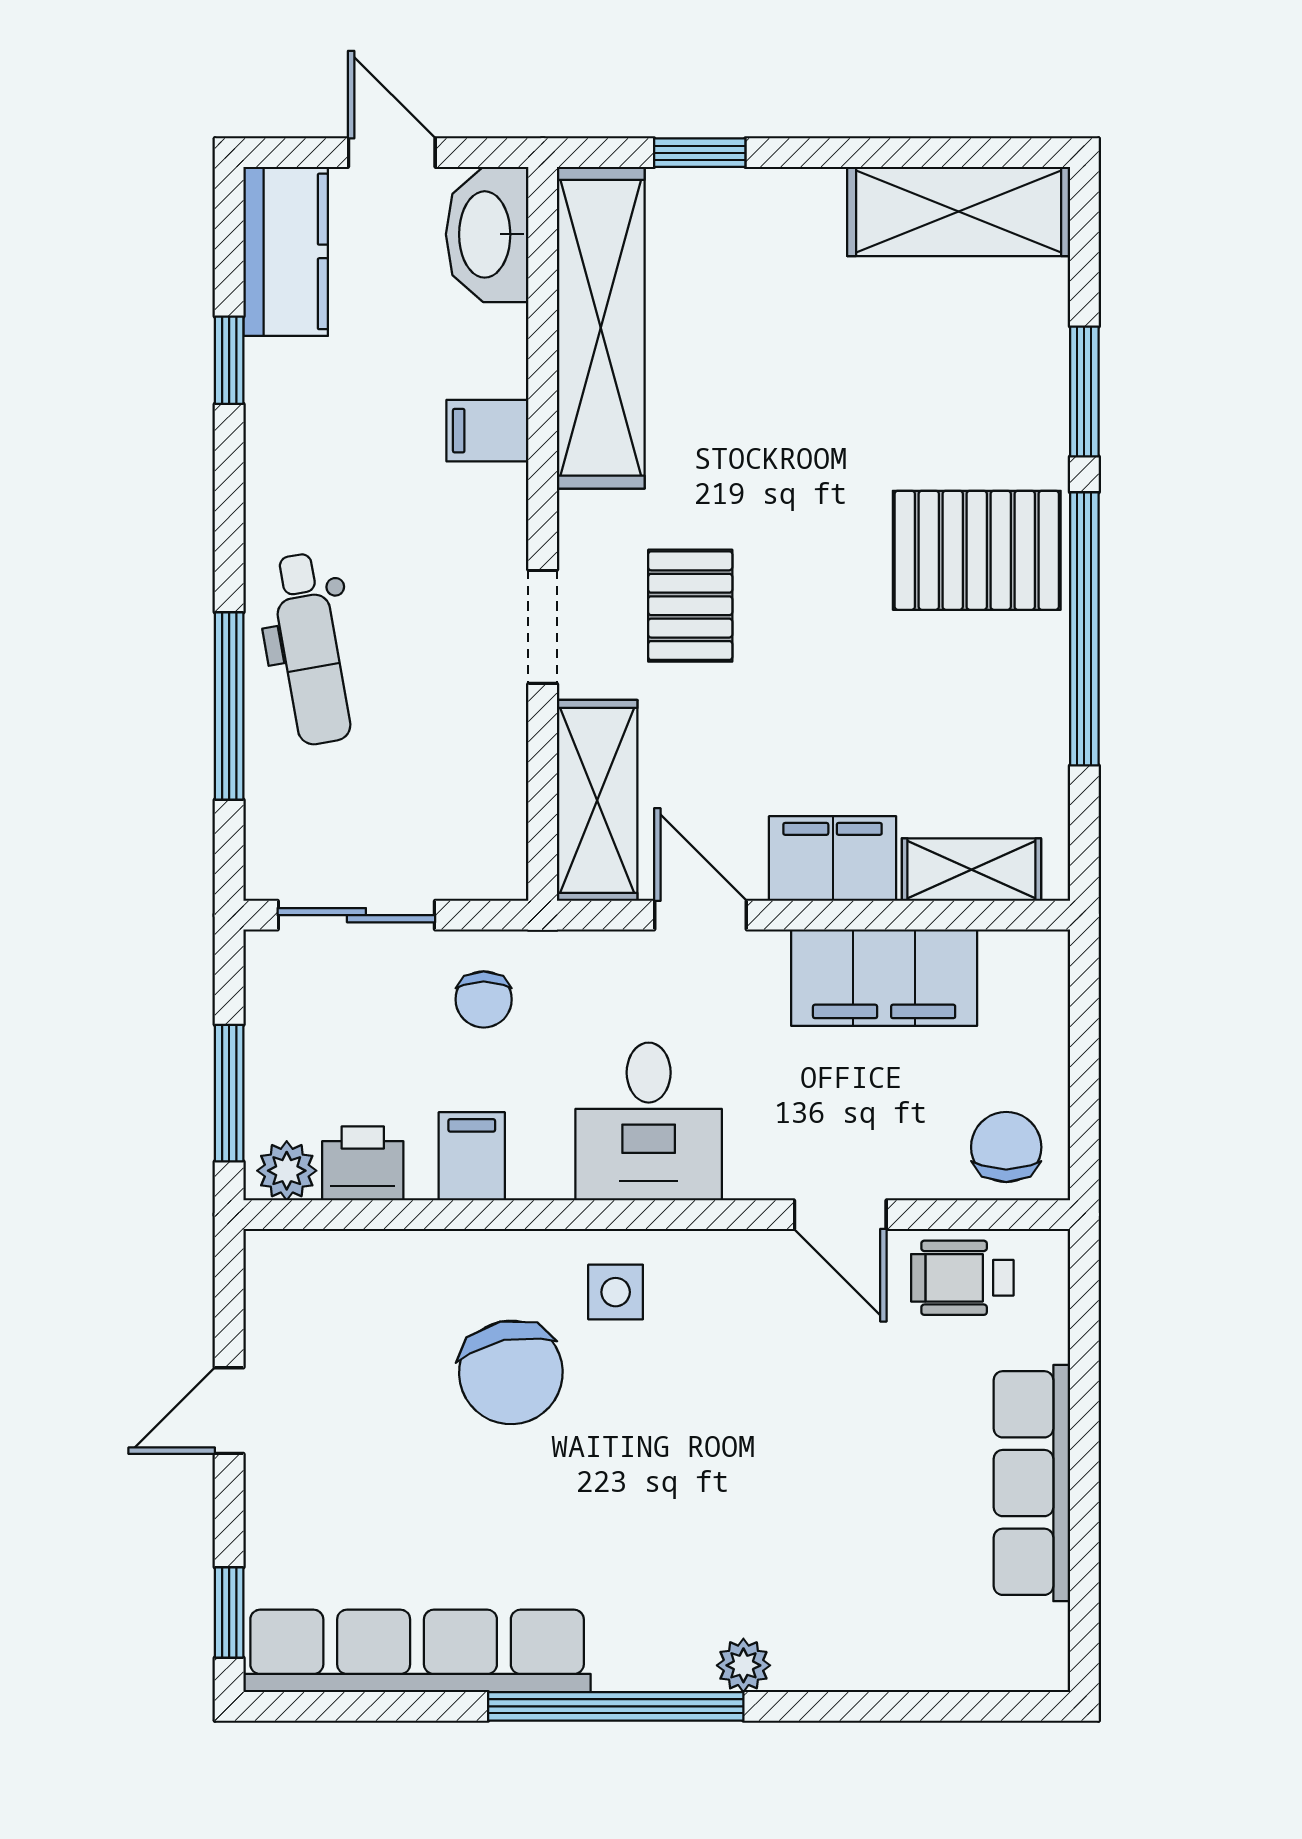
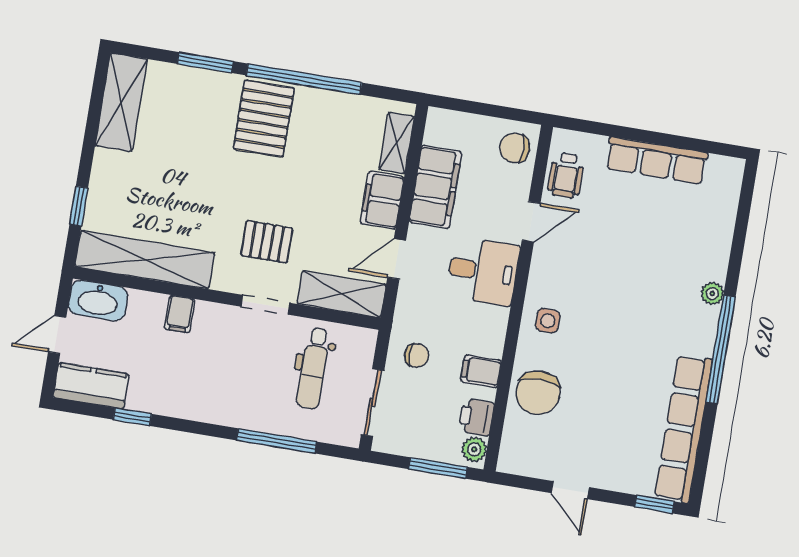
dental chair: (310, 649) -> (313, 368), moved, turned 100
desk: (649, 1121) -> (483, 271), moved
chair: (511, 1372) -> (538, 393), moved, turned 102

